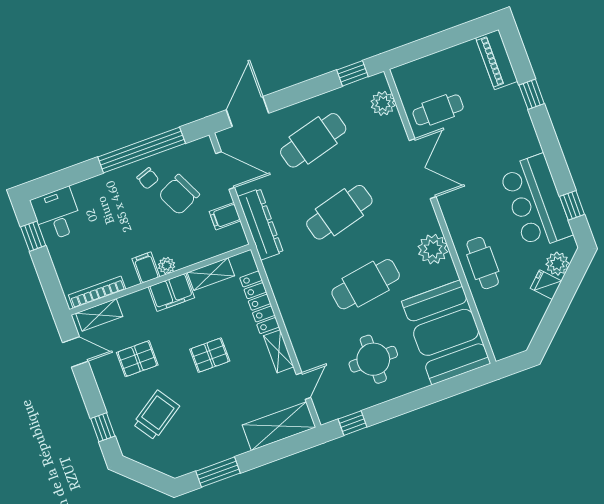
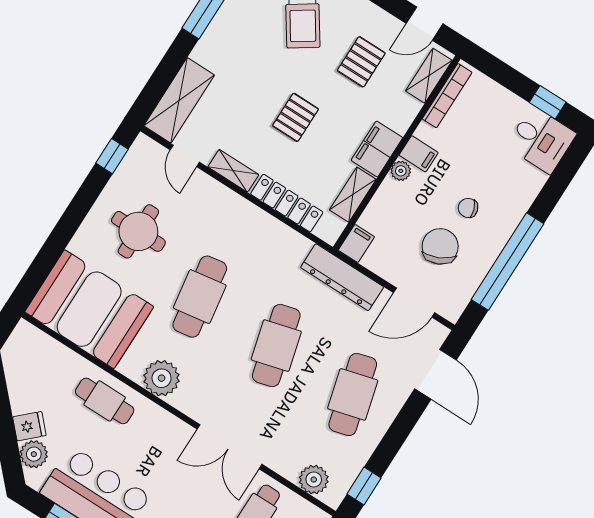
chair: (148, 178) -> (468, 208), moved
filing cabinet: (225, 216) -> (356, 243), moved

